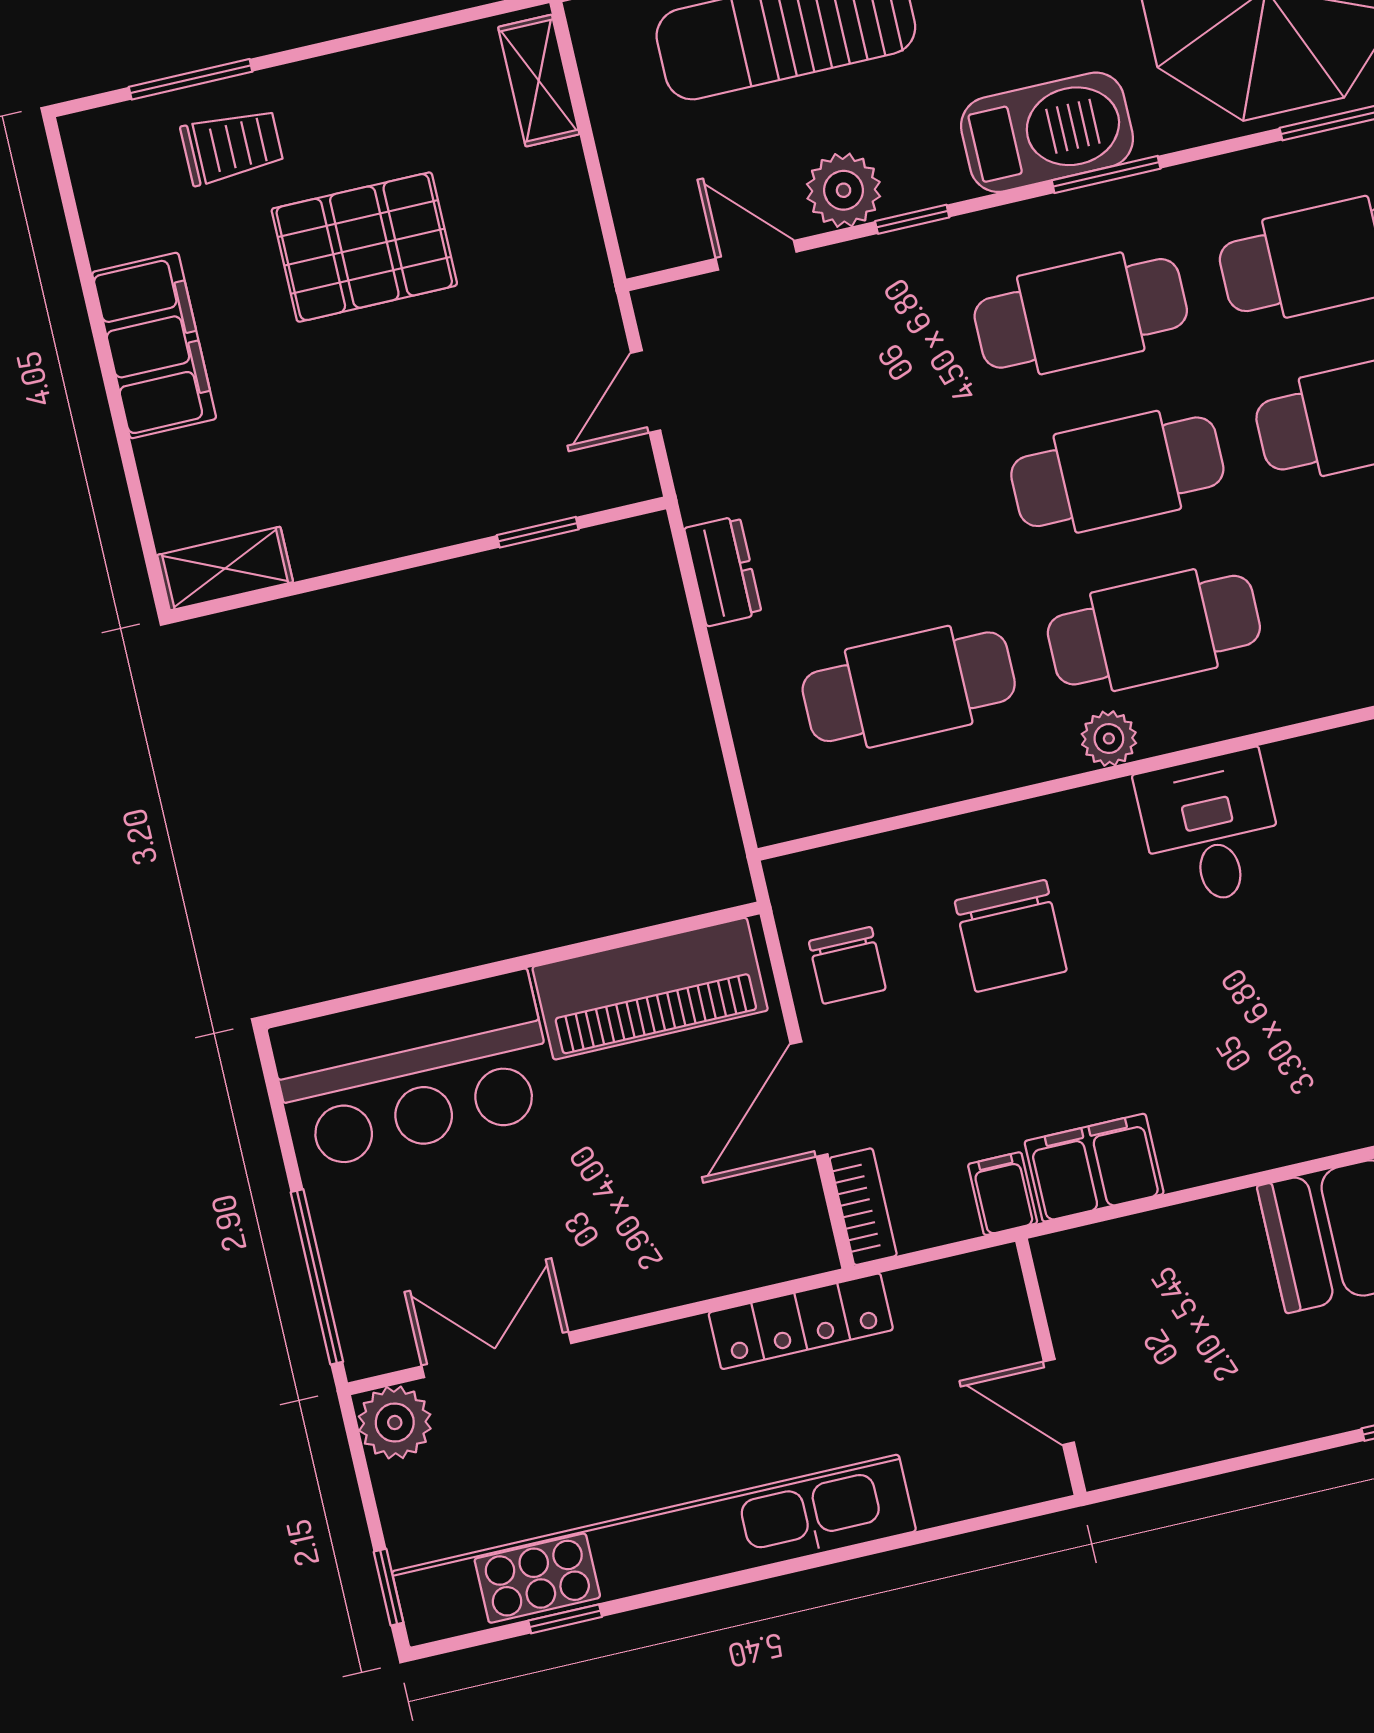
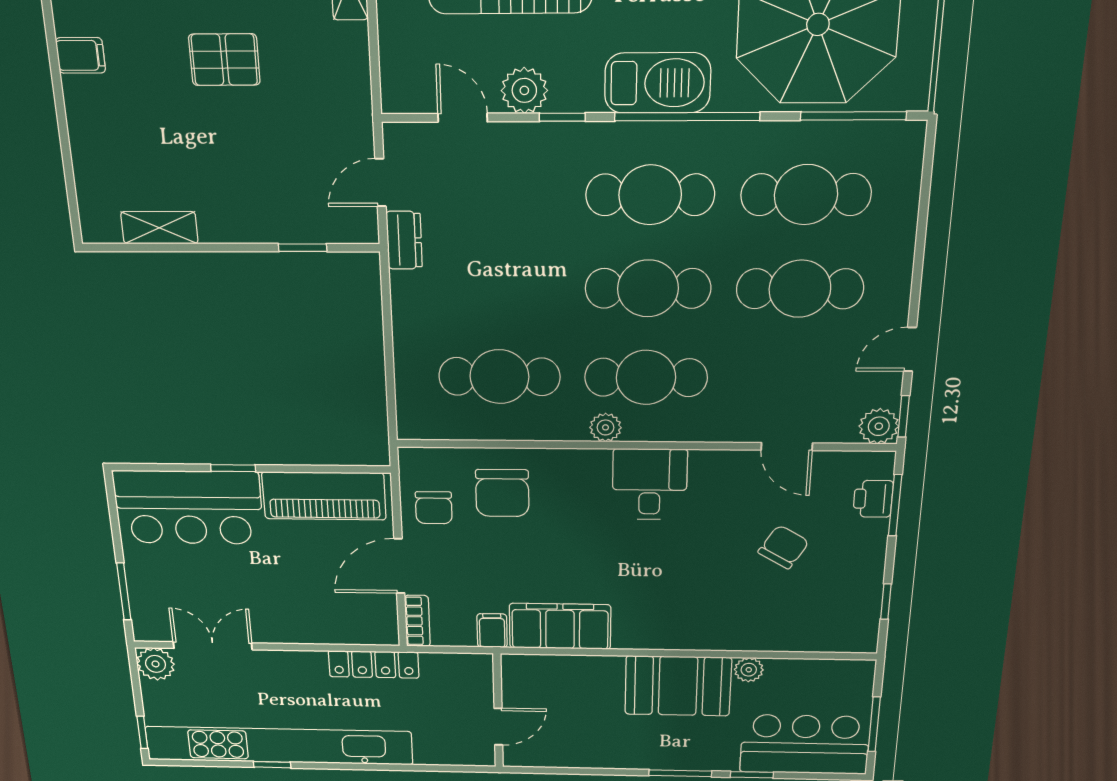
window: (1106, 174) -> (687, 117), width x2.11
pallet: (364, 247) -> (224, 60), width x0.67, depth x0.71
filing cabinet: (154, 346) -> (80, 55), width x0.33, depth x0.86
shelving: (225, 569) -> (159, 228), moved
dresser: (723, 571) -> (404, 240), moved
chair: (1011, 936) -> (502, 493), moved
window: (481, 972) -> (233, 468), added
filing cabinet: (1094, 1168) -> (560, 626), width x1.50, depth x1.17
window: (317, 1277) -> (124, 592), width x0.69
door: (1059, 1402) -> (498, 727), swing flipped
window: (565, 1619) -> (272, 765), moved

